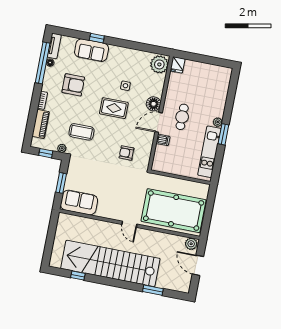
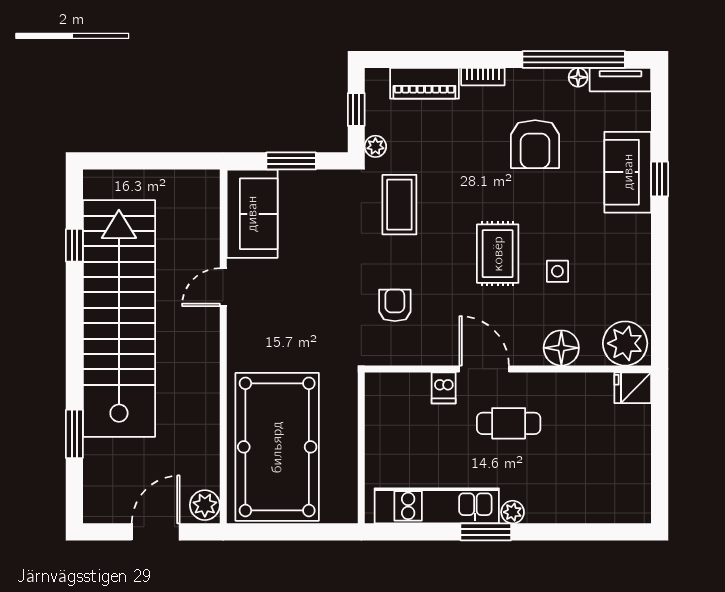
floor lamp: (154, 104) -> (561, 348), moved
coffee table: (81, 132) -> (399, 205), moved
door: (129, 224) -> (223, 287), moved

